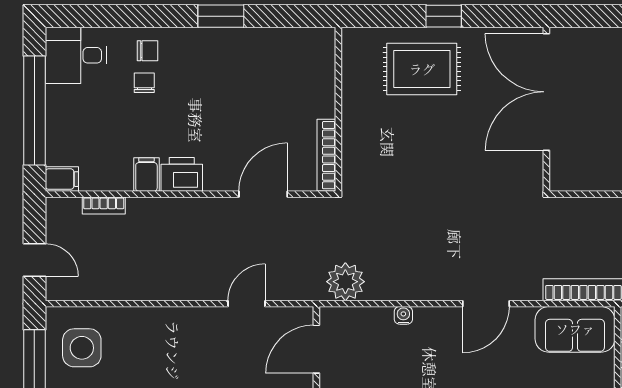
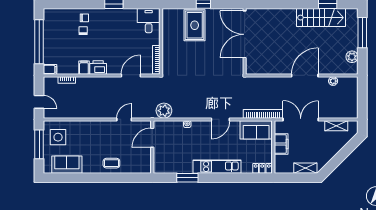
desk: (76, 55) -> (149, 21), moved, turned 90
rug: (422, 69) -> (195, 25), turned 90

